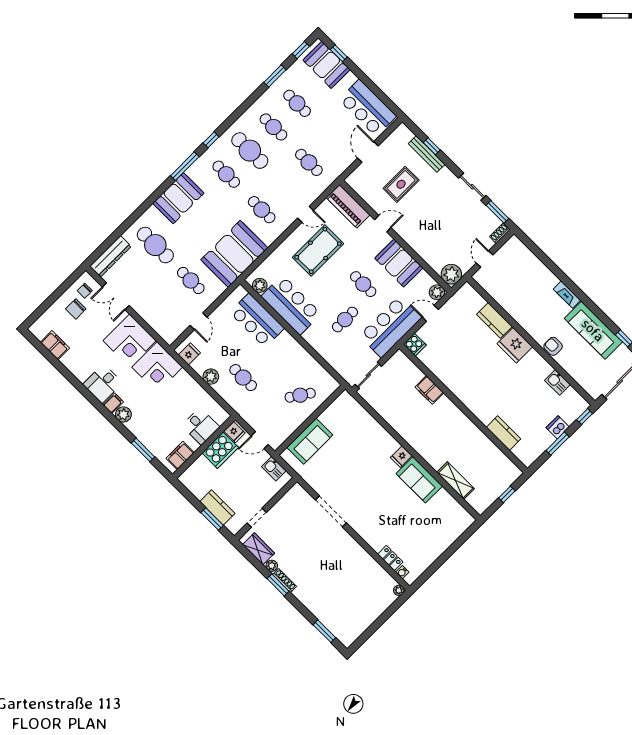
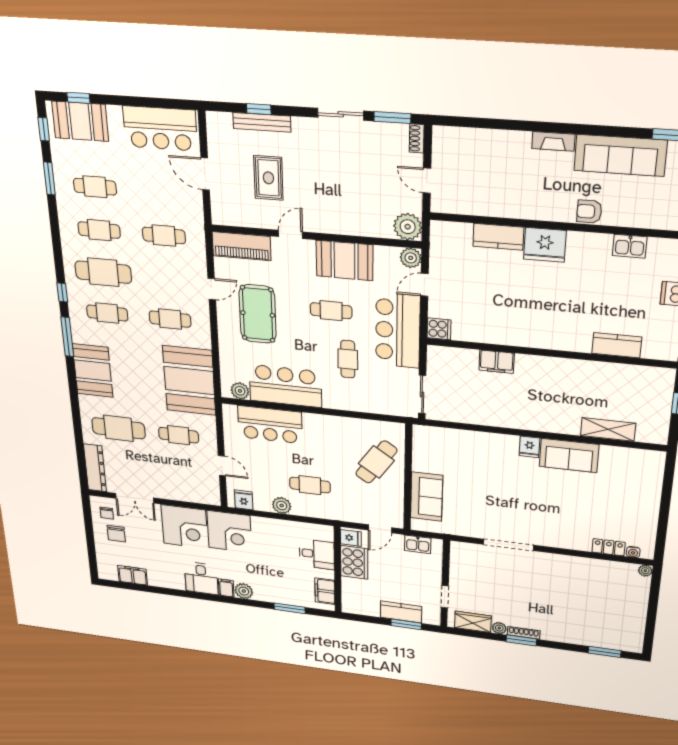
cafe table: (300, 395) -> (376, 462), width x1.37, depth x1.35

